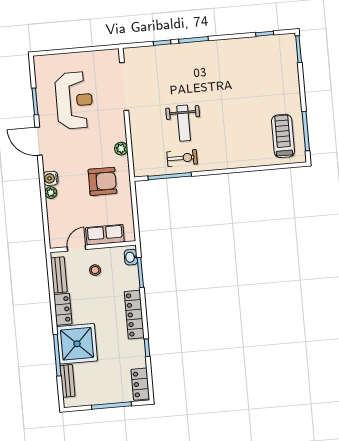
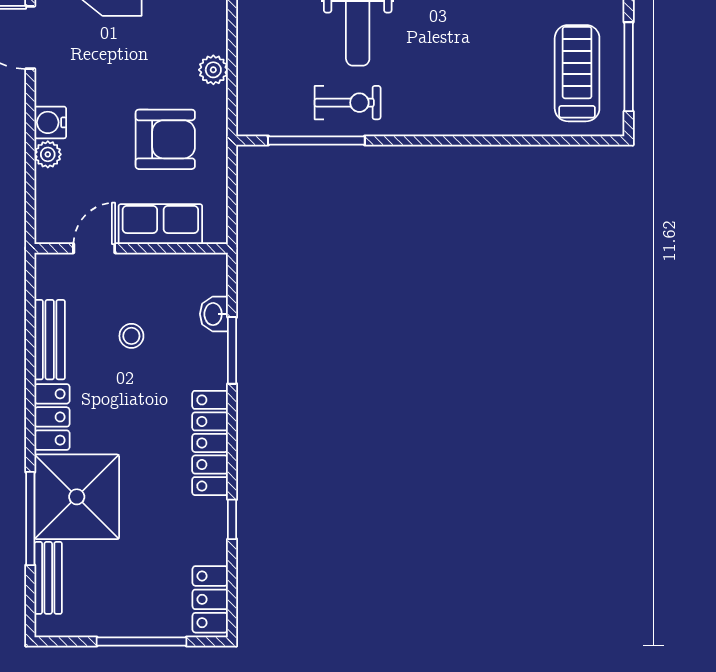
row of seats: (105, 235) -> (160, 224), moved
wall: (93, 247) -> (131, 248), moved
door: (76, 248) -> (94, 248), moved

